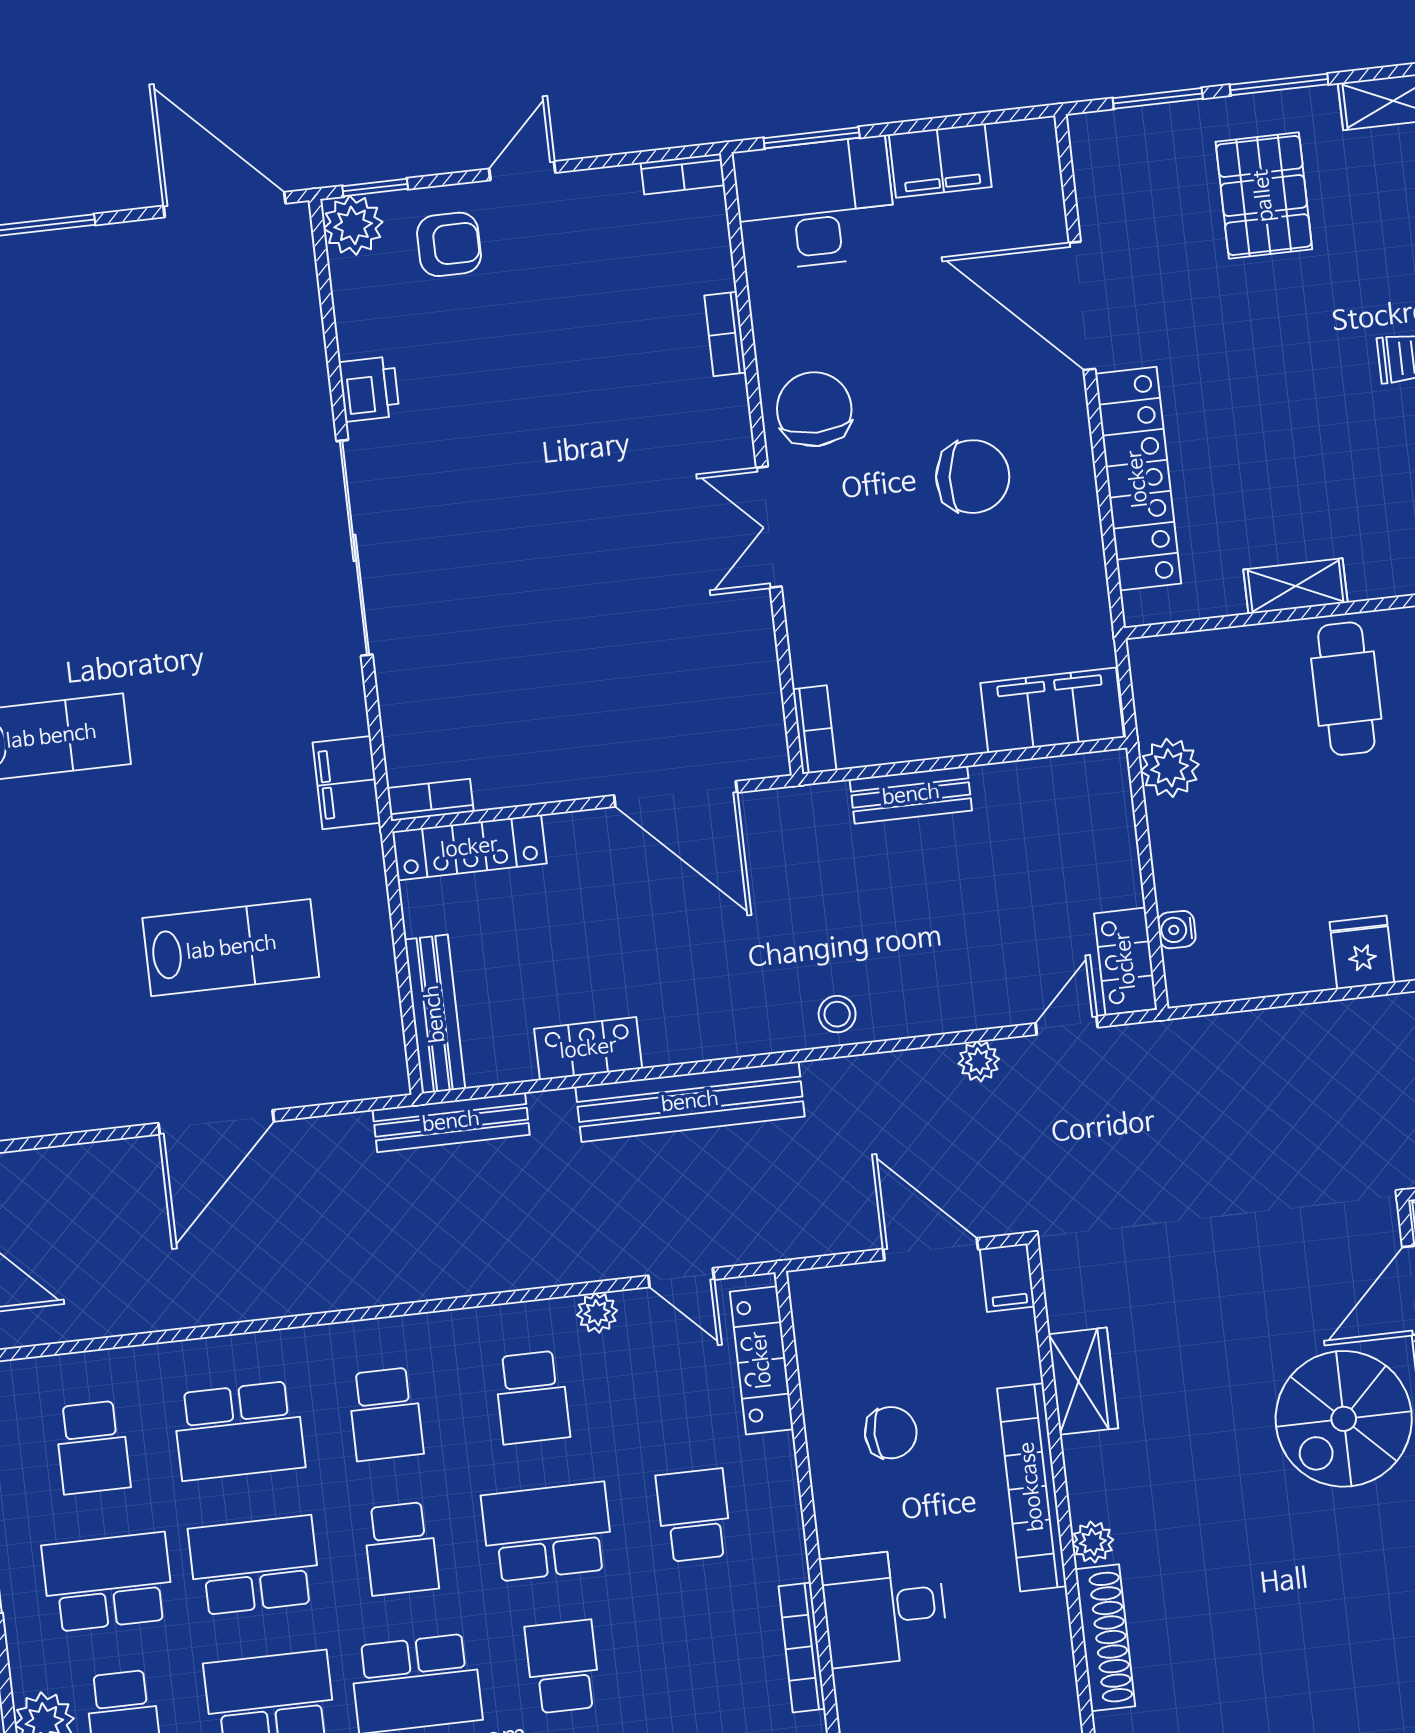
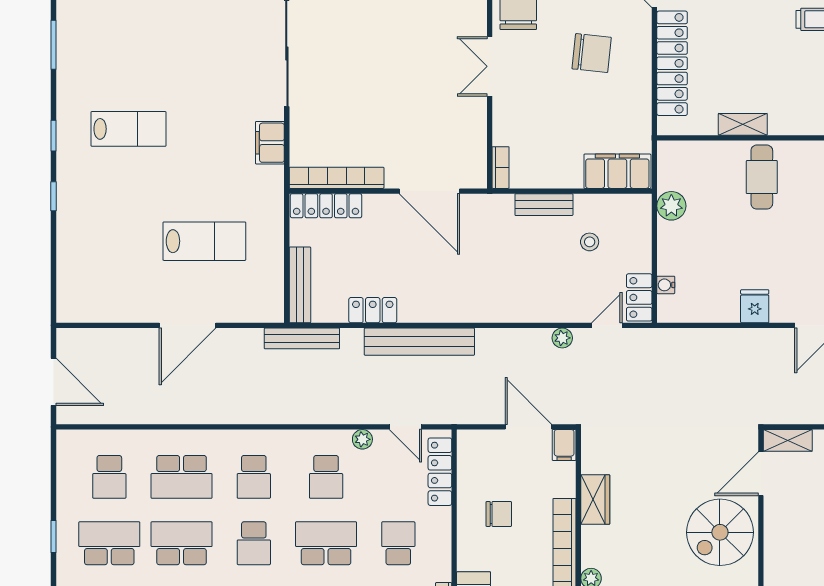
filing cabinet: (347, 783) -> (270, 143), moved
bookcase: (430, 800) -> (337, 178), width x2.31, depth x1.31
stool: (837, 1014) -> (590, 242), moved

